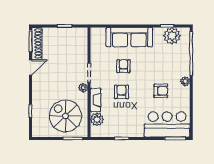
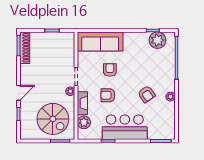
sofa: (129, 37) -> (100, 41), moved
door: (30, 67) -> (18, 93), moved
plant: (185, 81) -> (171, 97), moved
armchair: (161, 91) -> (147, 94), turned 55
armchair: (121, 92) -> (108, 95), turned -90
spiral stairs: (65, 116) -> (53, 119), turned 180
bar counter: (167, 124) -> (125, 127), moved

